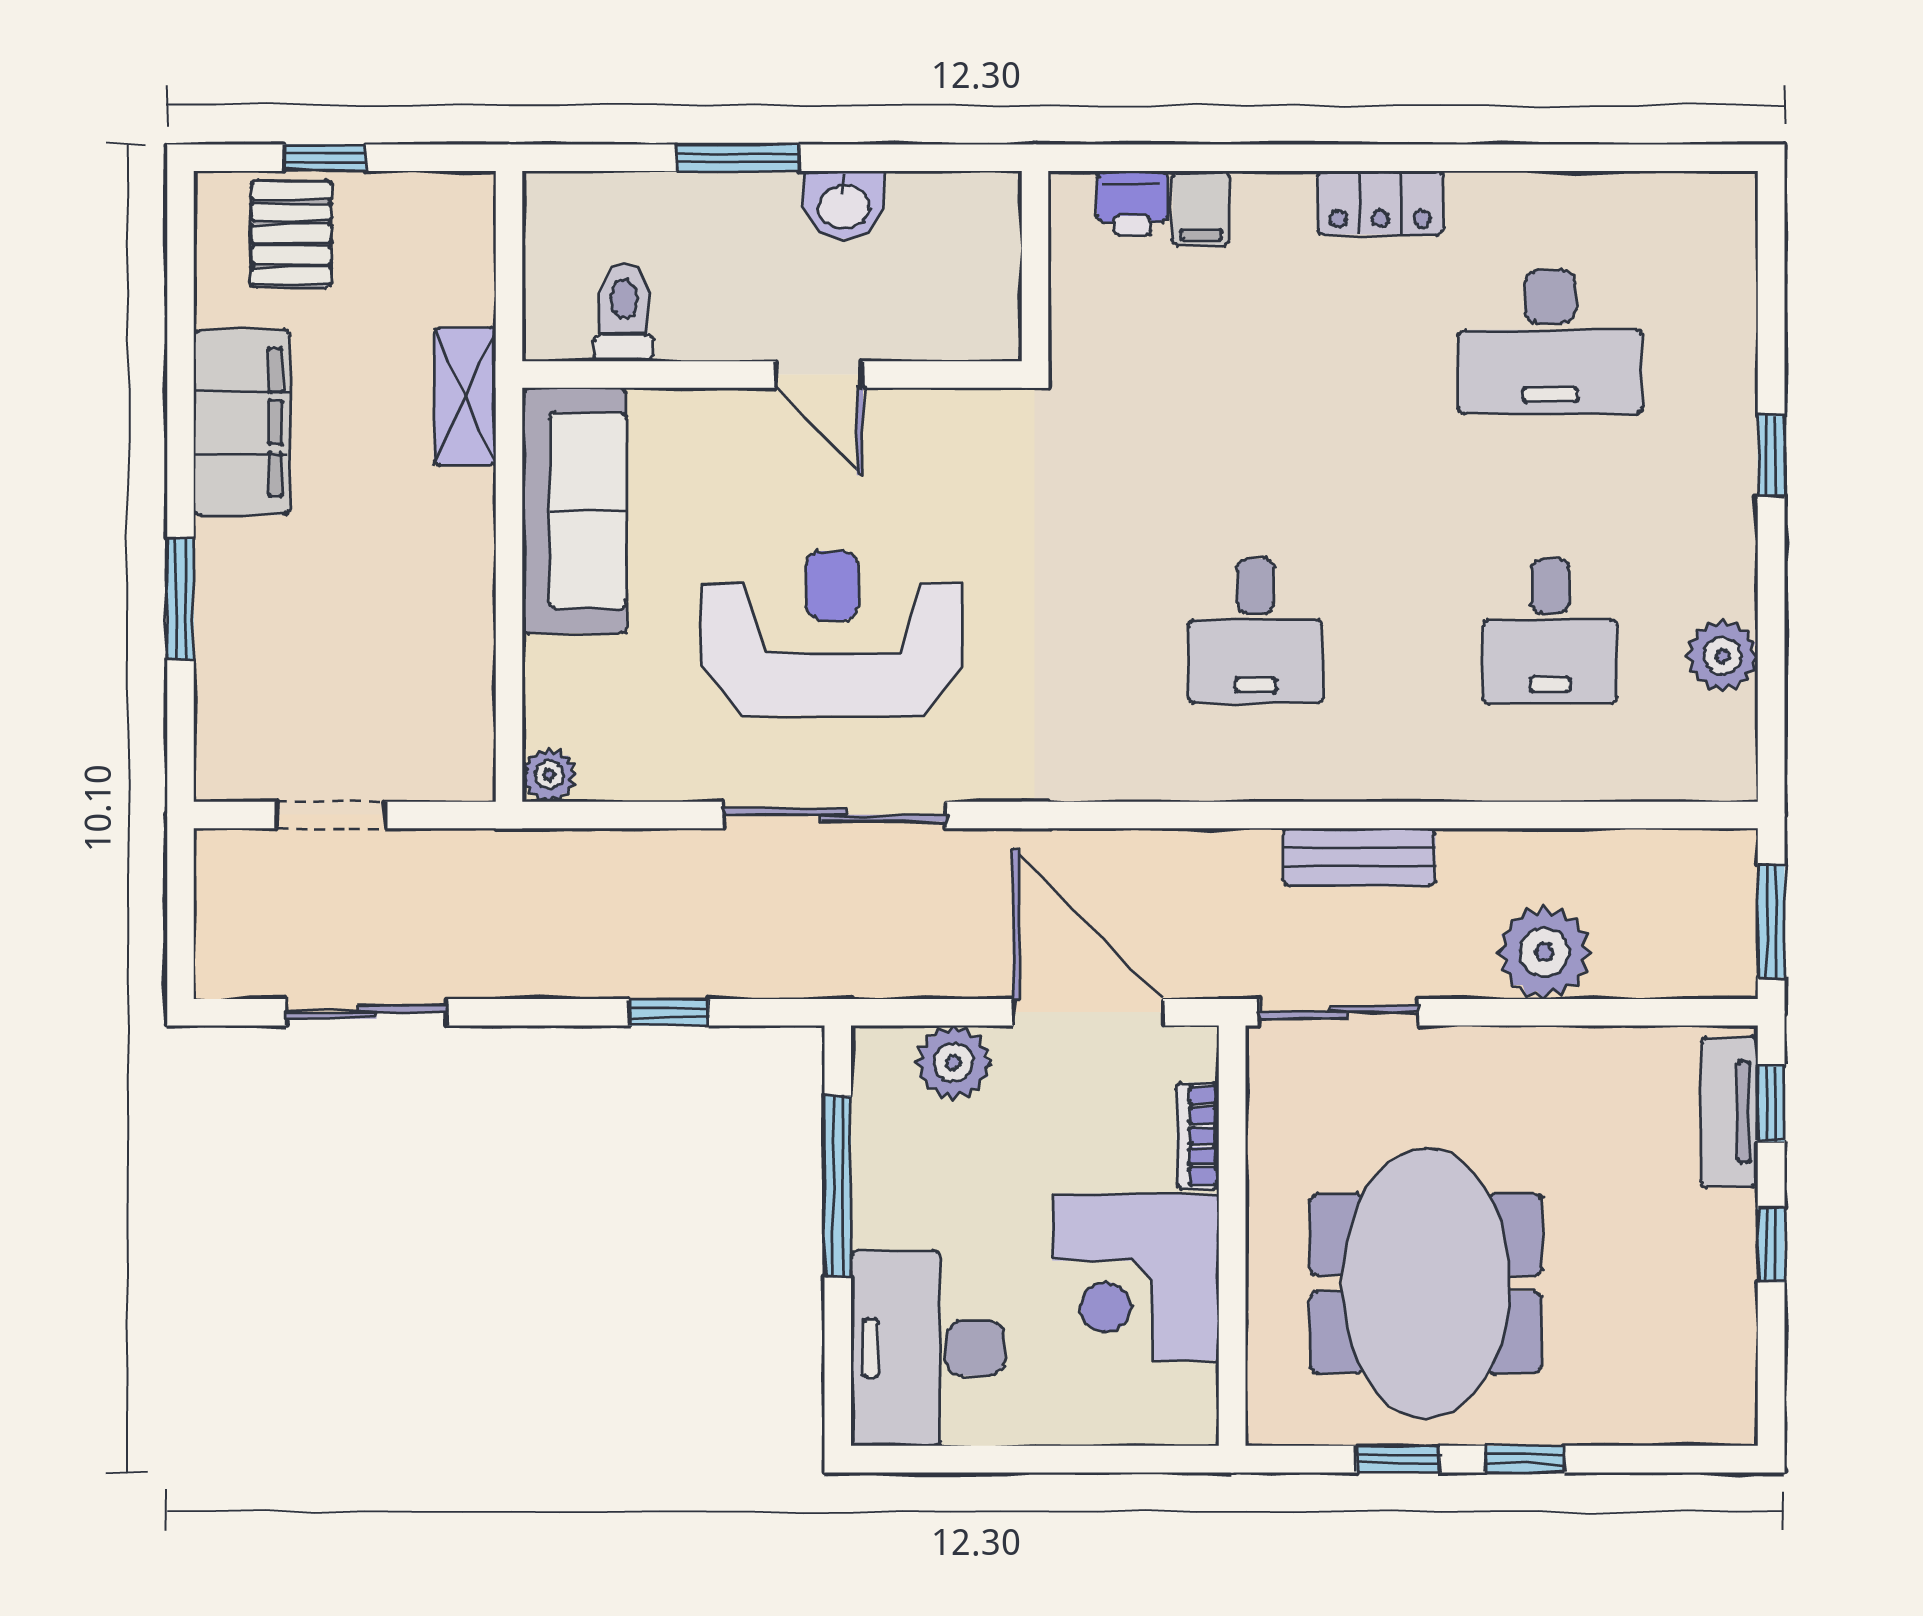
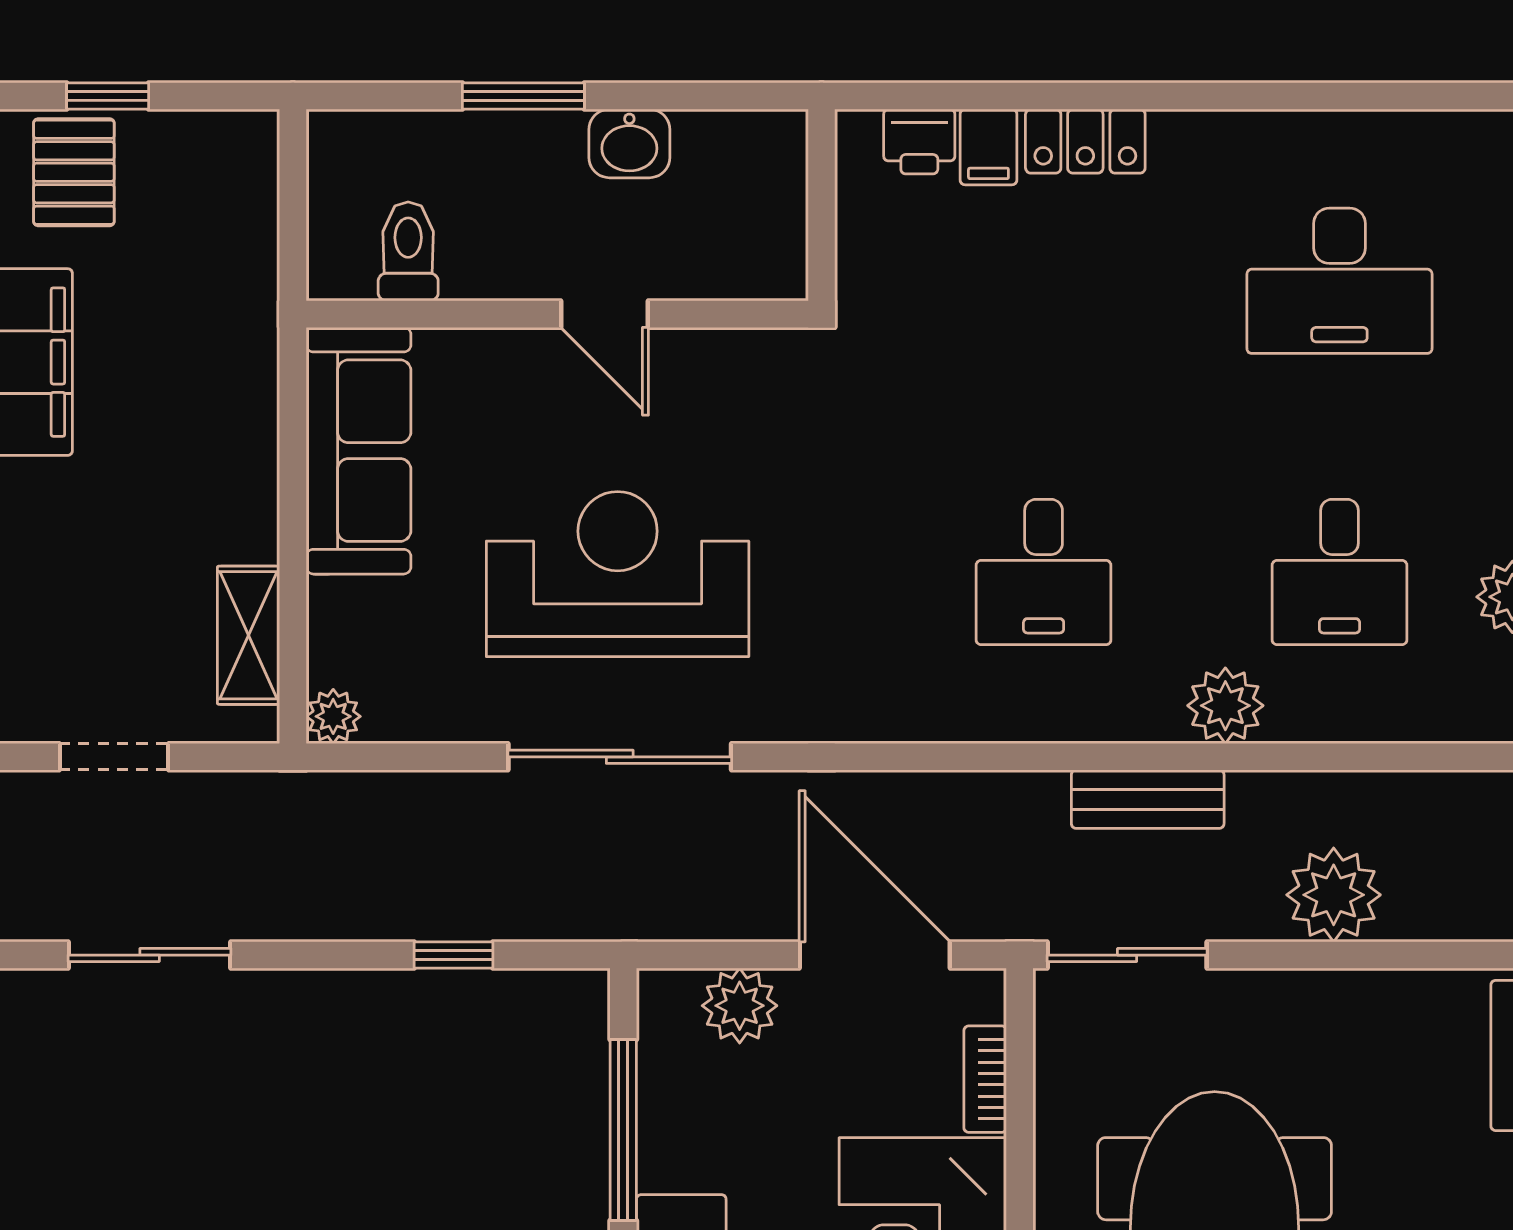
locker: (1380, 203) -> (1085, 141), moved
shelving: (465, 396) -> (248, 635), moved
plant: (1437, 764) -> (1225, 706), added

